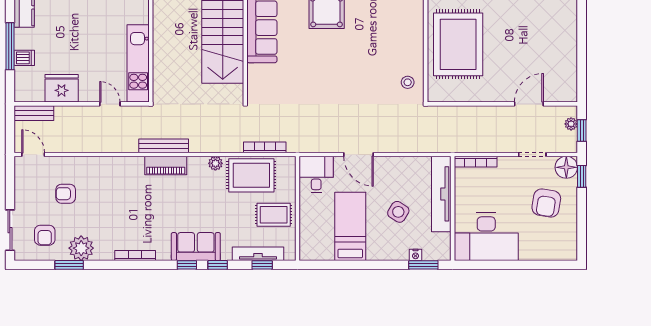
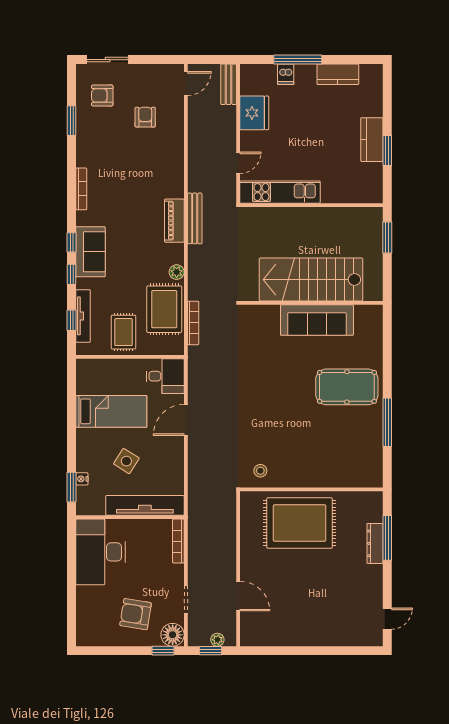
plant: (81, 248) -> (89, 133), removed

